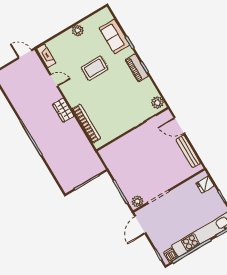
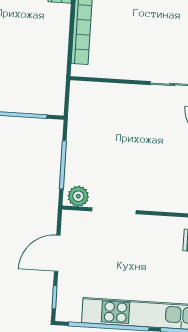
door: (140, 225) -> (57, 253), moved
dishwasher: (171, 255) -> (72, 311), removed

